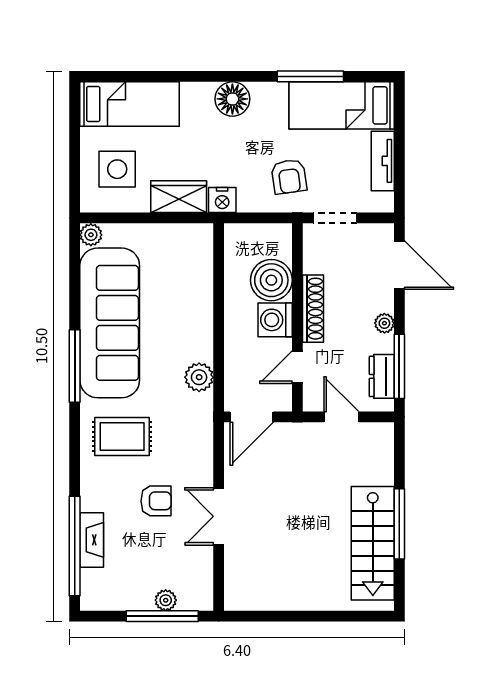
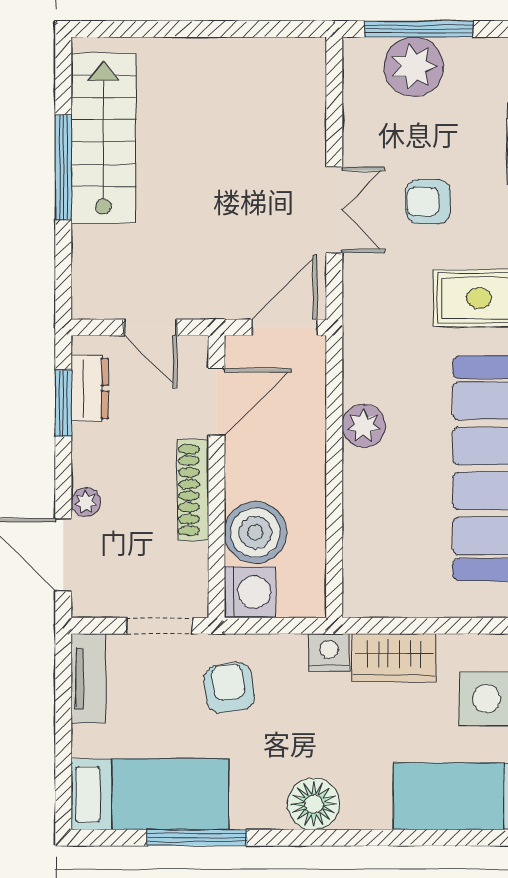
tv unit: (383, 161) -> (88, 678), moved
washing machine: (275, 320) -> (250, 592), moved
plant: (384, 323) -> (86, 502), moved
window: (399, 366) -> (63, 403), width x0.69
door: (297, 367) -> (216, 402), width x1.38
plant: (199, 377) -> (364, 426), moved
double door: (219, 516) -> (334, 210), moved
plant: (166, 600) -> (414, 67), width x1.87, depth x1.87

